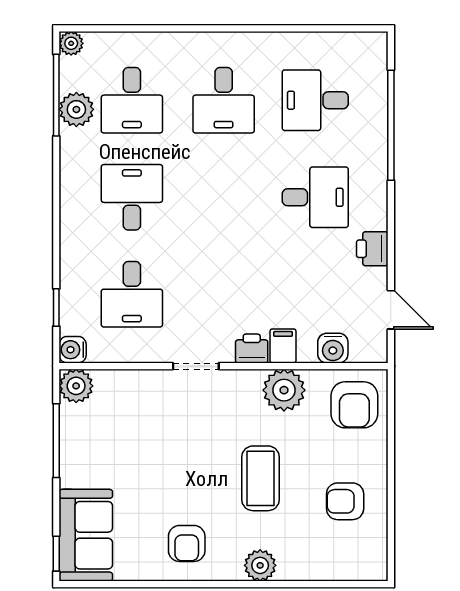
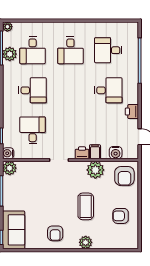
desk: (132, 197) -> (33, 90), turned 90
desk: (132, 294) -> (33, 130), turned 180

